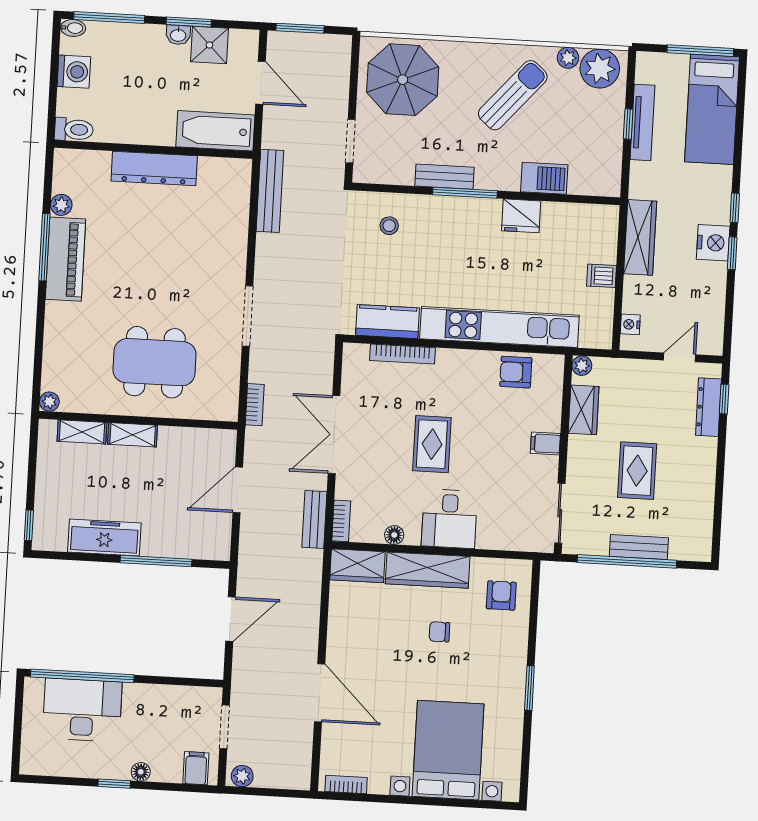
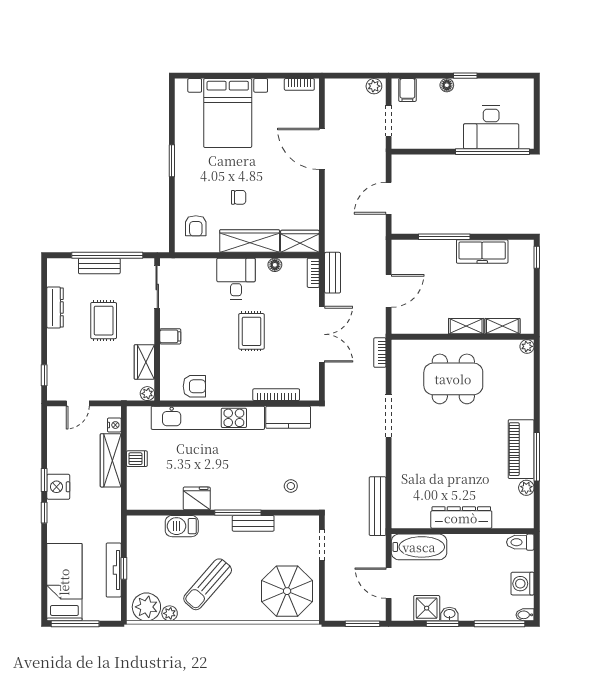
wardrobe: (640, 237) -> (111, 460), moved
dresser: (708, 407) -> (55, 308), moved

